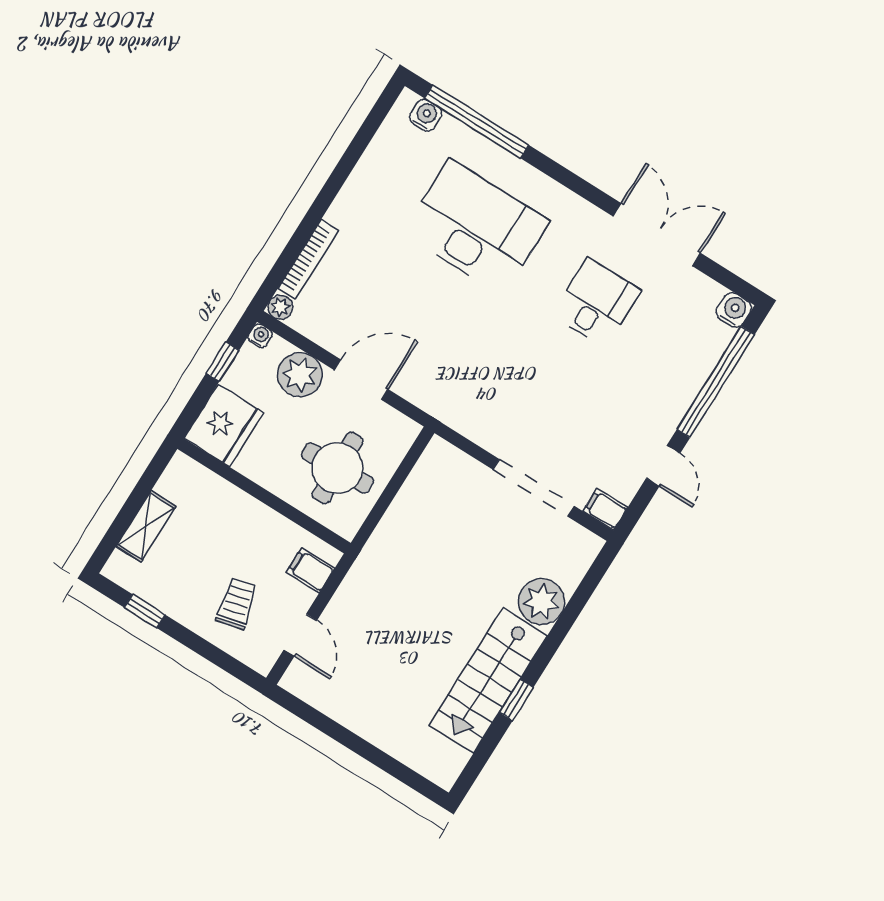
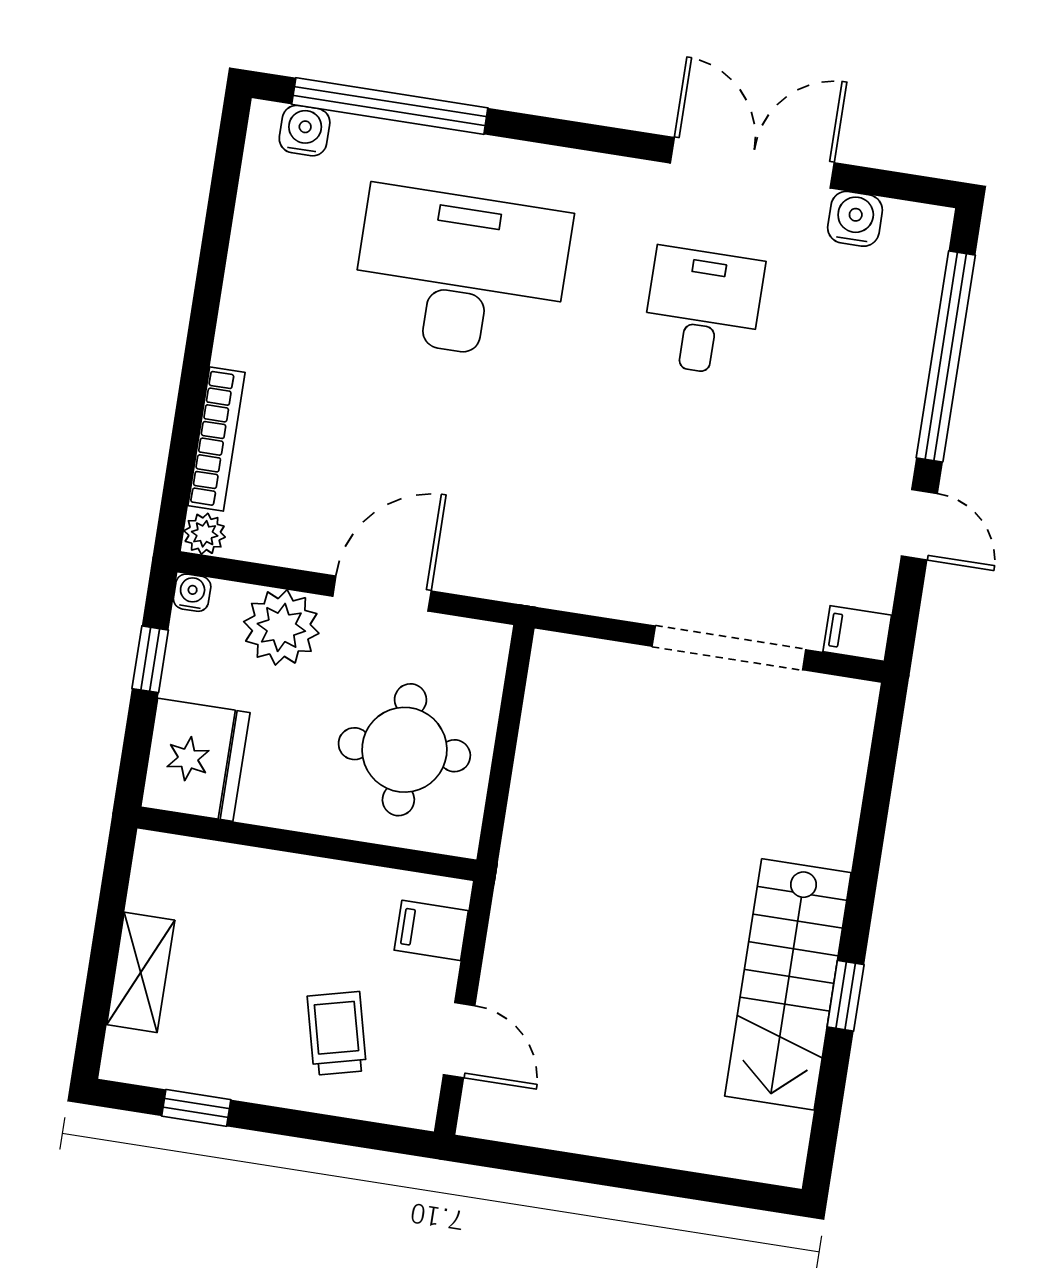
water cooler: (734, 310) -> (855, 219), moved
plant: (542, 602) -> (819, 823), removed

